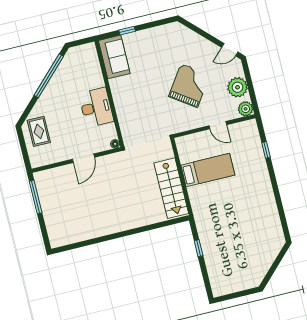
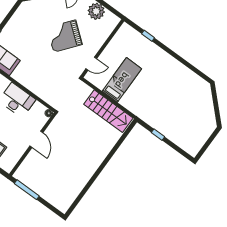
grand piano: (189, 86) -> (65, 36), turned -86
plant: (246, 109) -> (113, 21), removed
door: (218, 125) -> (91, 64), moved

